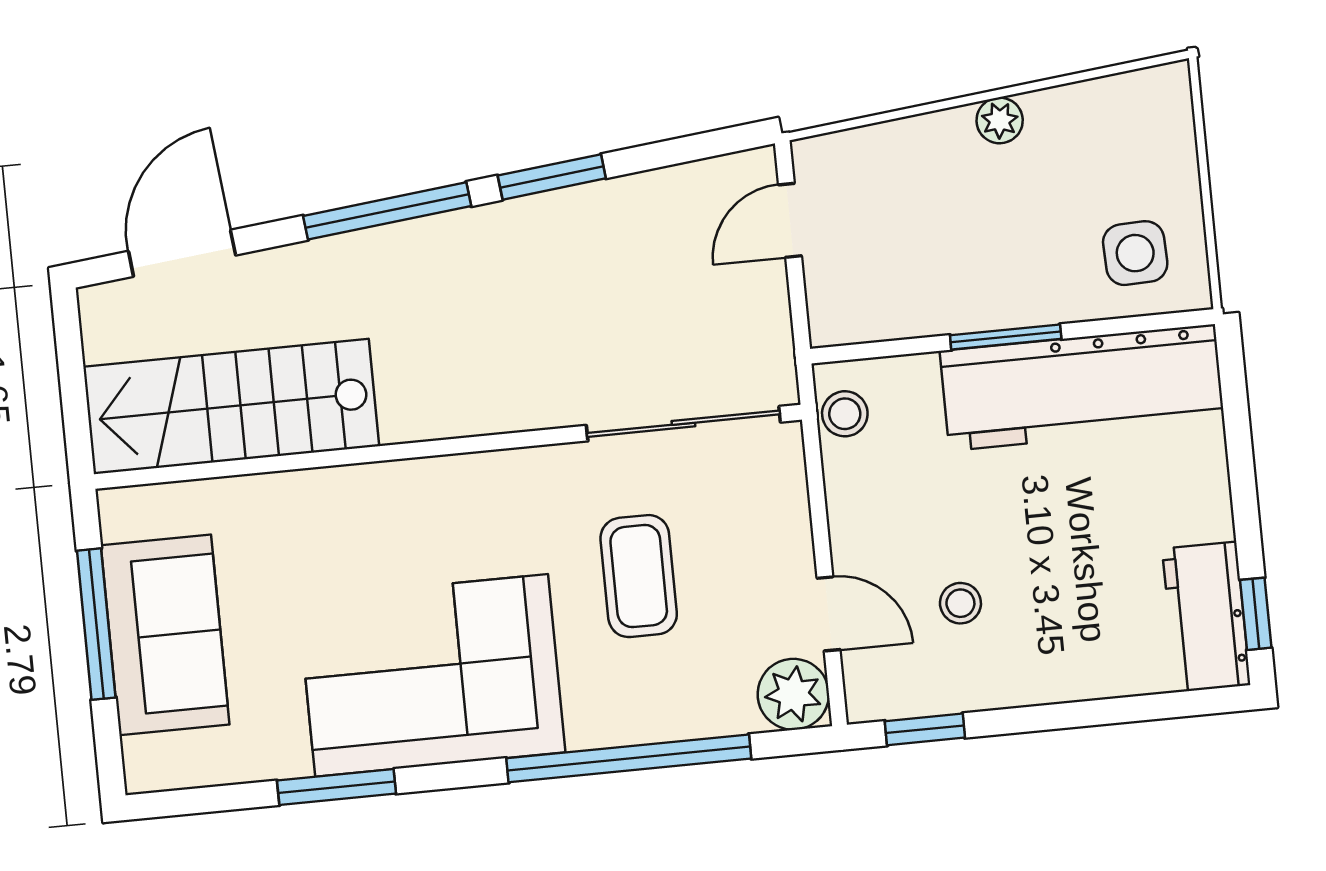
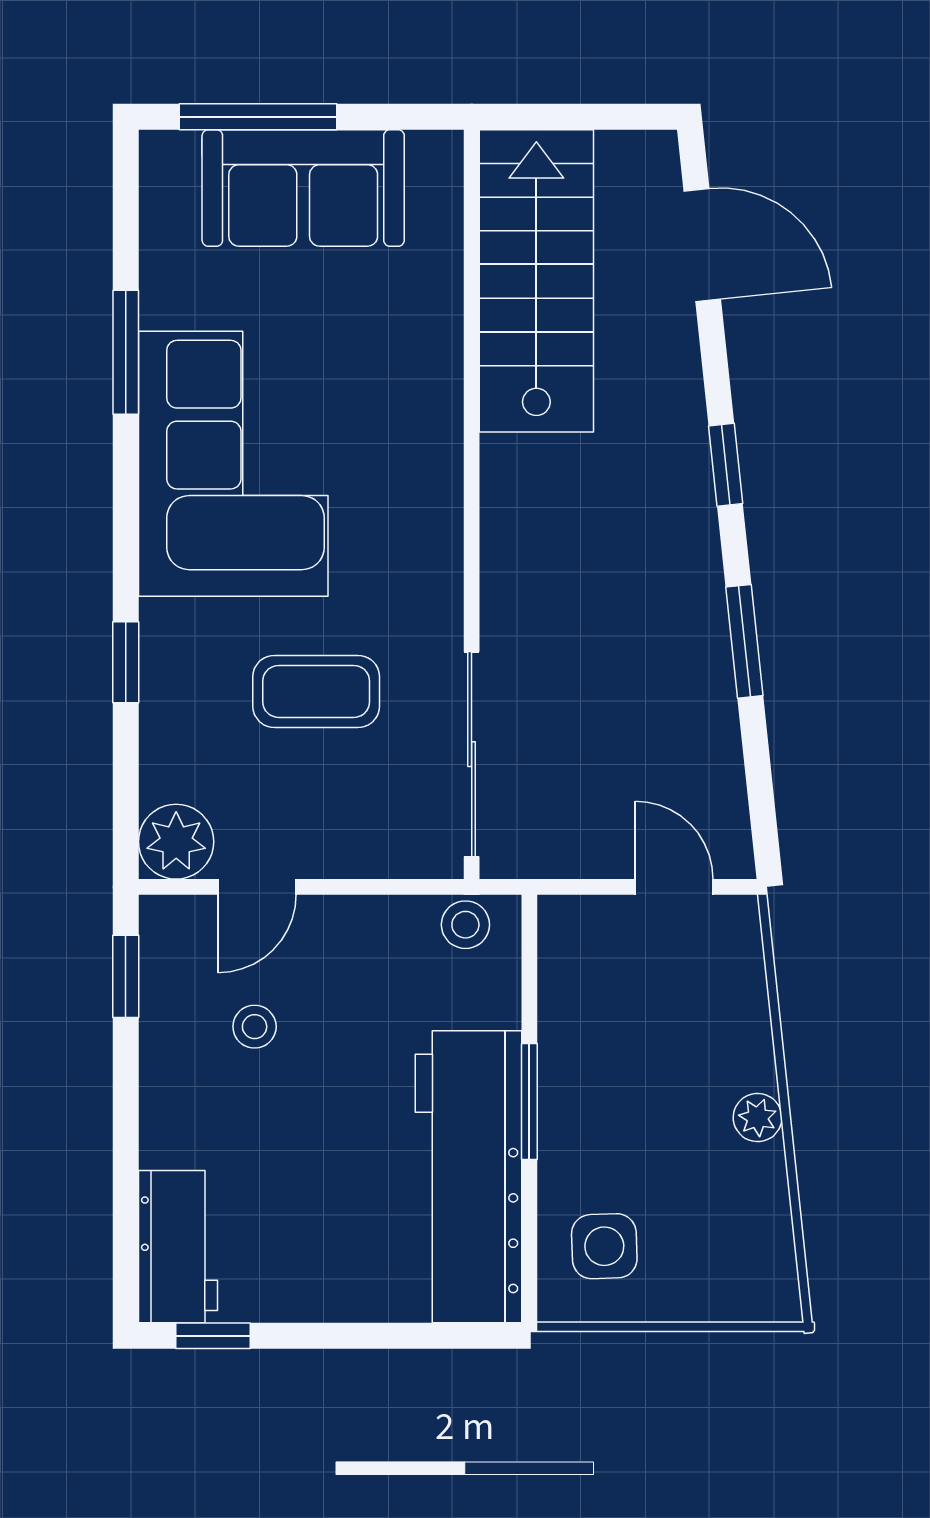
window: (387, 211) -> (726, 465), width x0.46
workbench: (1206, 617) -> (178, 1247), moved, turned 90
window: (96, 624) -> (258, 117), moved
window: (629, 758) -> (126, 662), width x0.32

